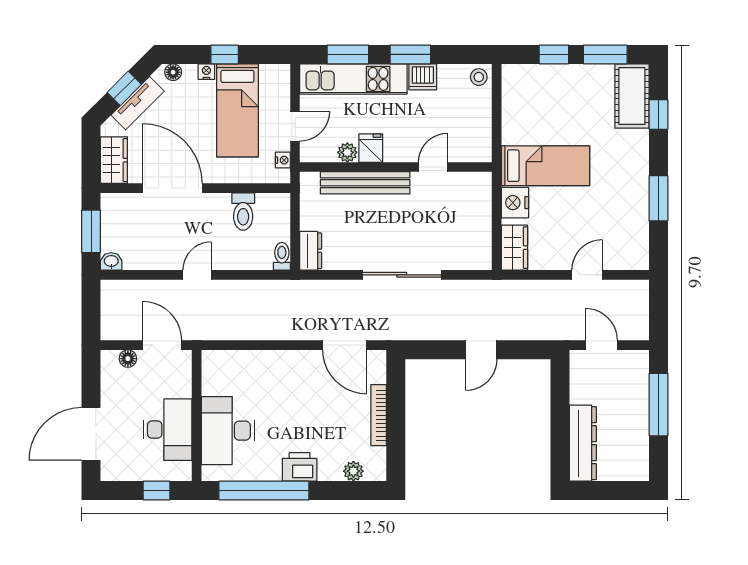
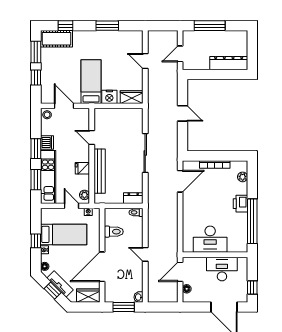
door: (497, 111) -> (64, 106), added
plant: (347, 152) -> (84, 195), moved
desk: (228, 431) -> (210, 239), moved
window: (156, 491) -> (252, 288), moved

